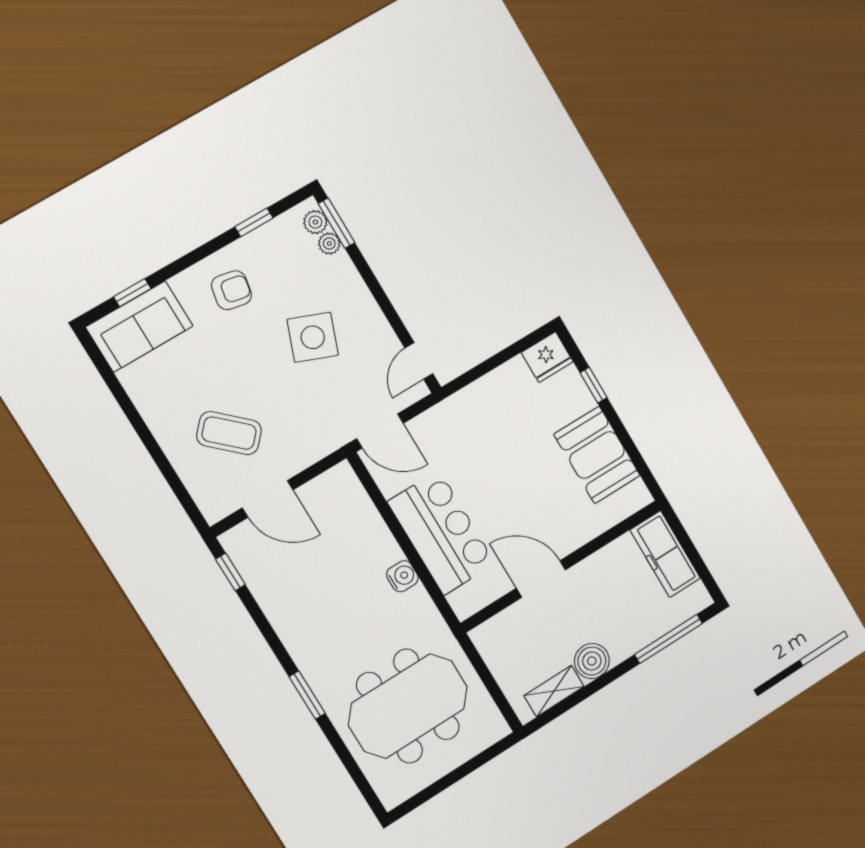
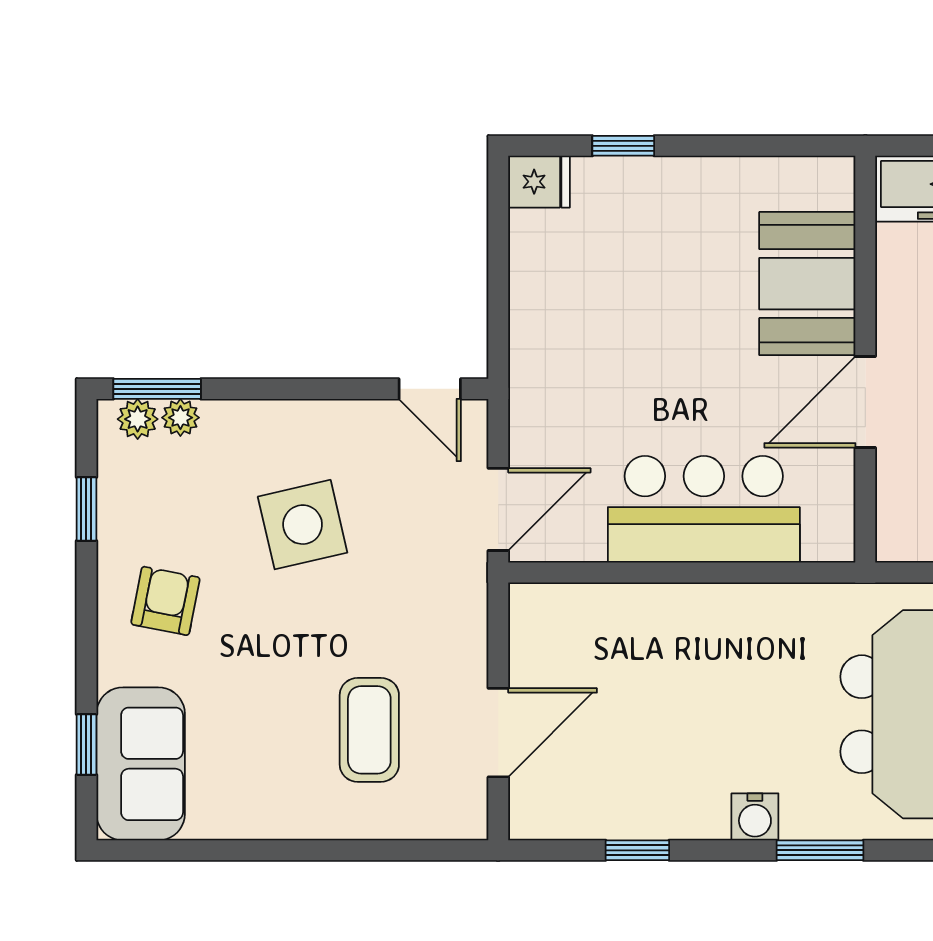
side table: (313, 337) -> (303, 525), turned -34
fridge: (547, 357) -> (539, 182), width x0.72
coffee table: (229, 433) -> (369, 730), turned -43
booth: (597, 455) -> (807, 284), moved, turned 90
window: (230, 572) -> (637, 850), moved
water cooler: (402, 576) -> (755, 817), moved, turned 180

